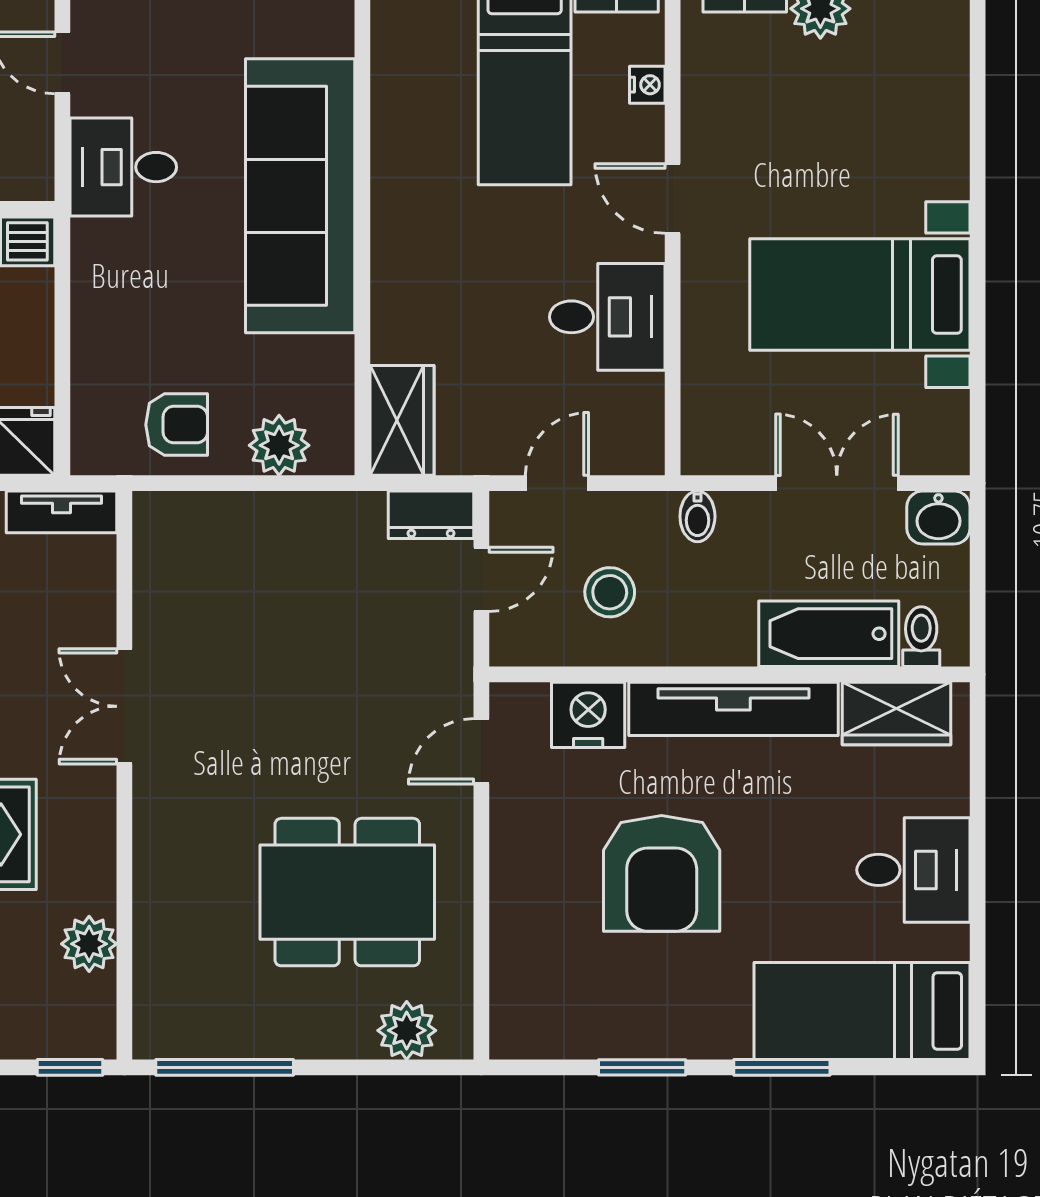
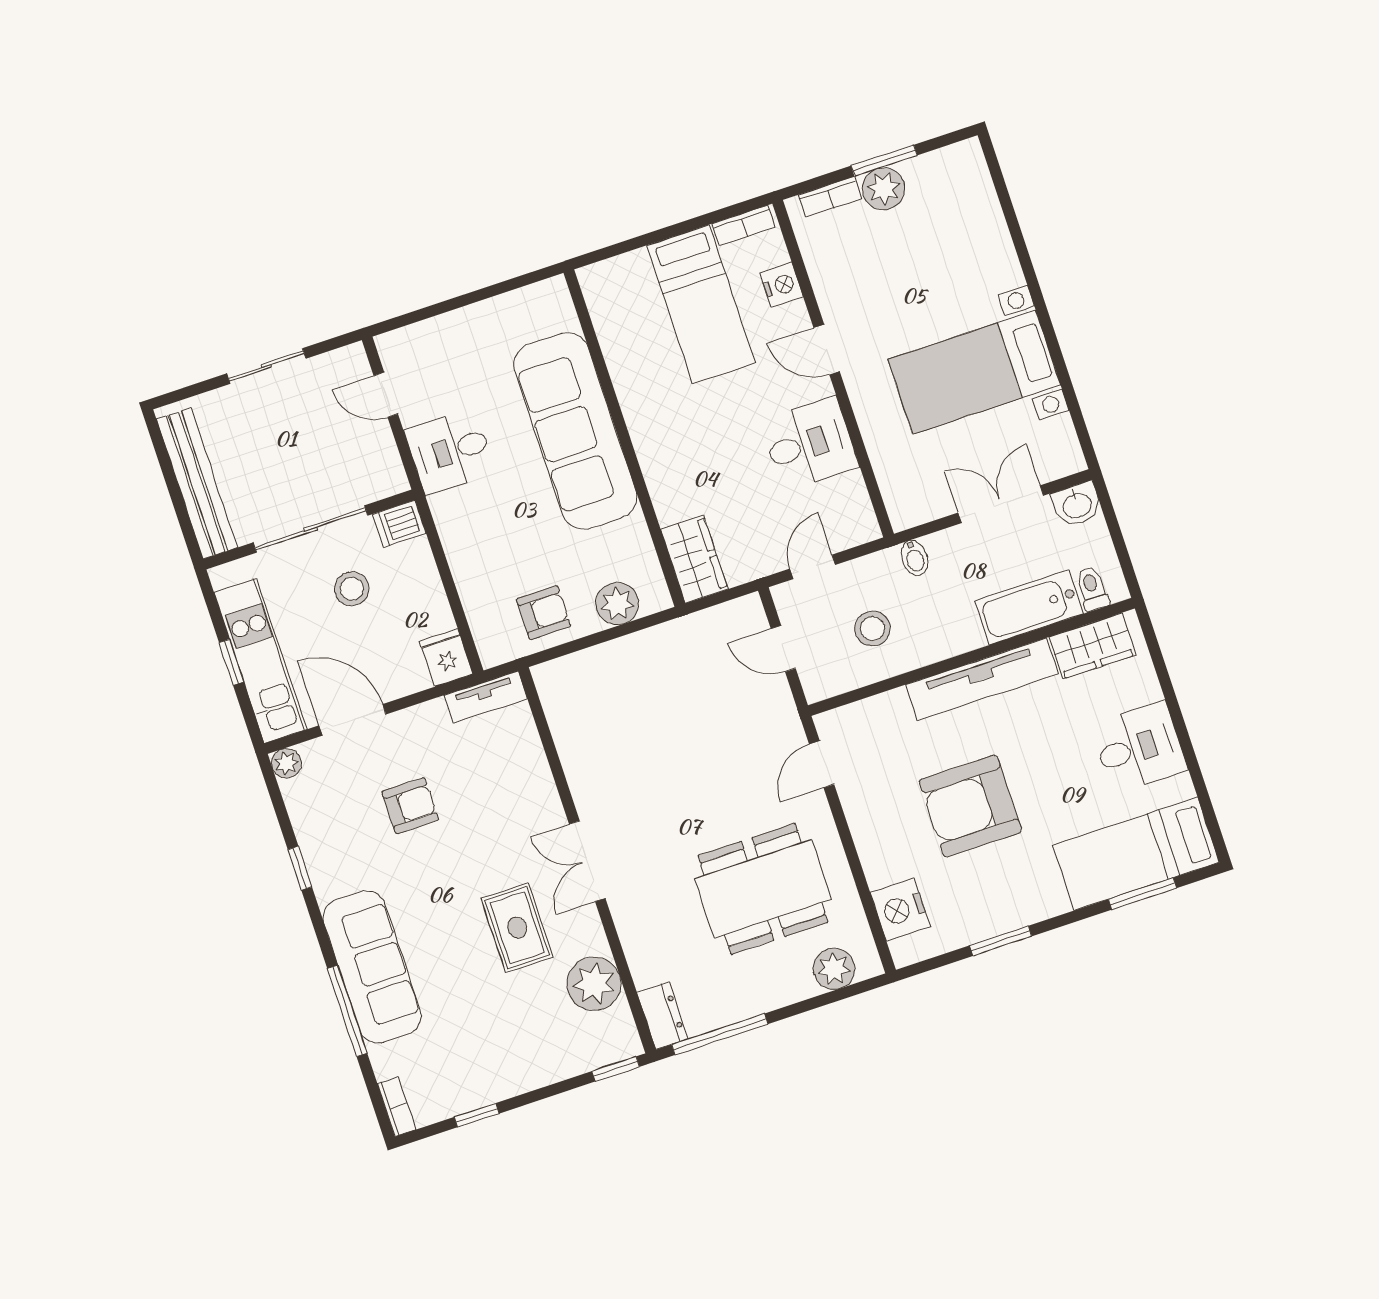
nightstand: (647, 85) -> (782, 285), width x1.39, depth x1.35
dresser: (431, 515) -> (662, 1016), moved, turned -90
door: (481, 579) -> (783, 649), swing flipped
double door: (124, 706) -> (587, 861), moved
nightstand: (588, 715) -> (900, 910), moved, turned -90
armchair: (662, 873) -> (970, 806), turned 90
plant: (89, 944) -> (594, 984), width x1.36, depth x1.36
window: (782, 1067) -> (1142, 894), moved

